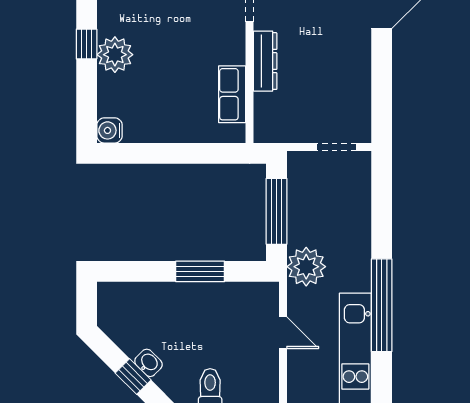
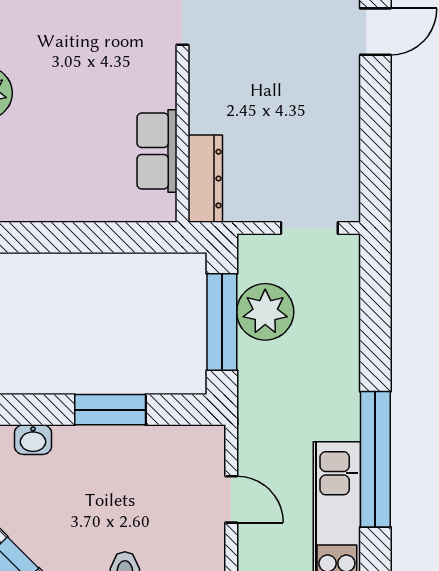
dresser: (265, 61) -> (205, 179), moved
plant: (306, 267) -> (265, 312), moved
washbasin: (148, 363) -> (33, 440), moved, turned 135

